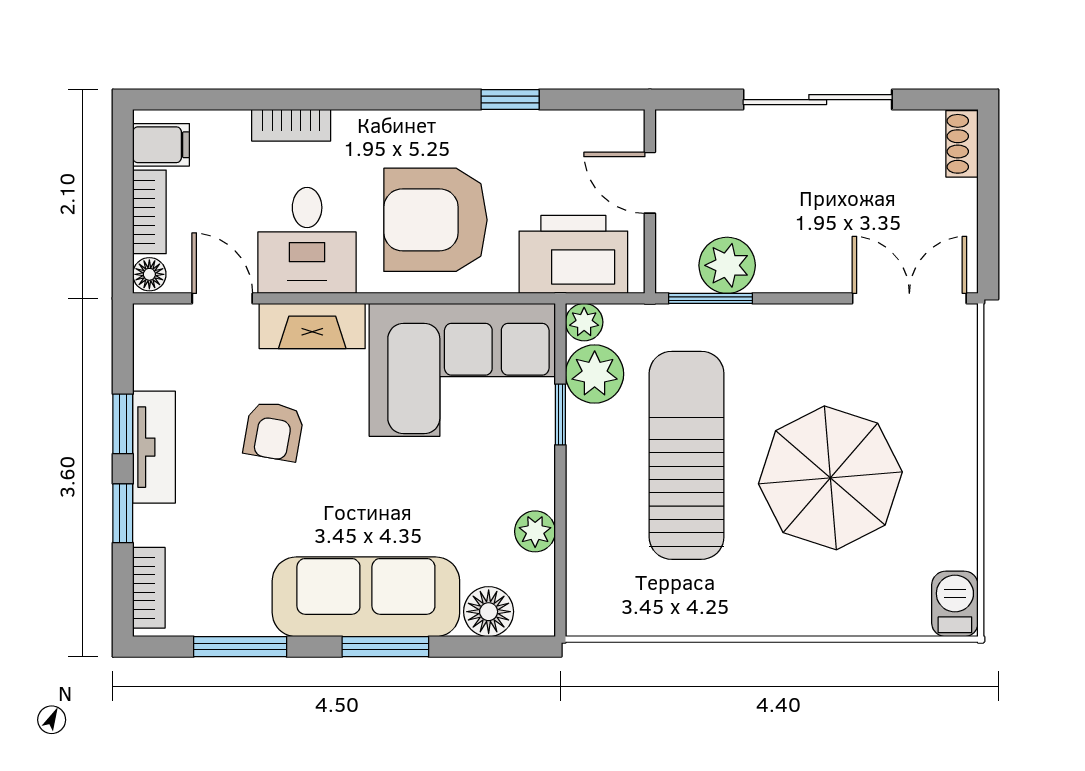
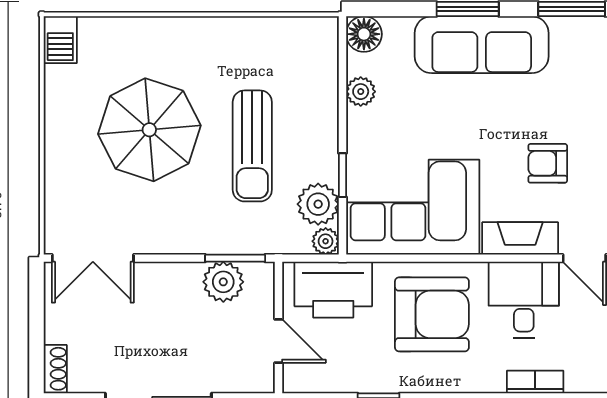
armchair: (274, 431) -> (548, 163), turned -100
sun lounger: (687, 455) -> (252, 146), width x0.73, depth x0.75
floor lamp: (489, 612) -> (364, 34), moved

